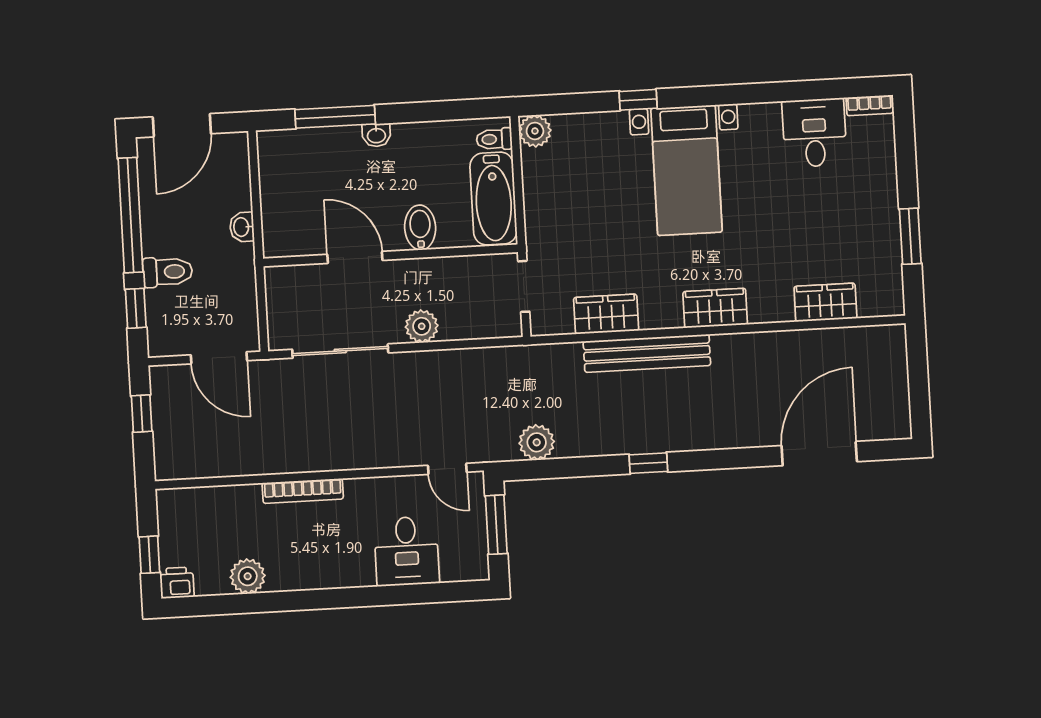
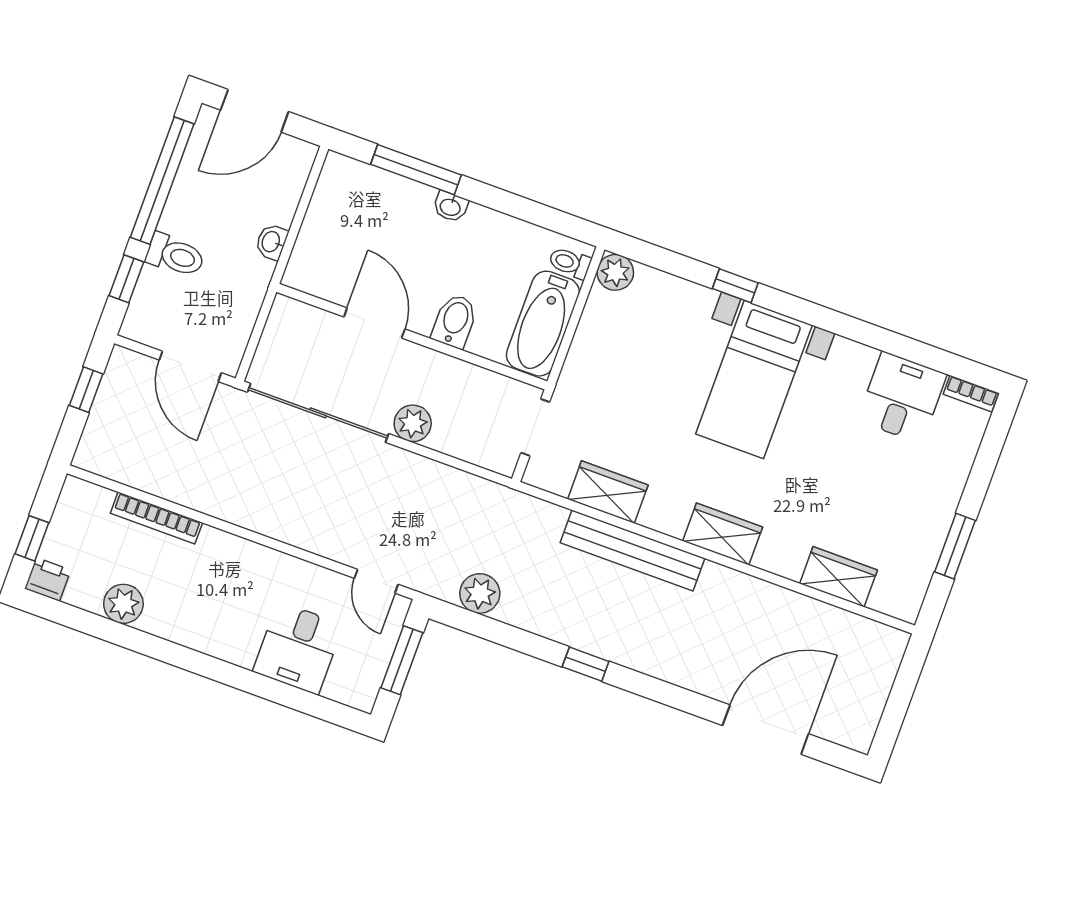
sliding door: (340, 351) -> (318, 413), width x1.36
bookcase: (303, 491) -> (156, 518), moved

